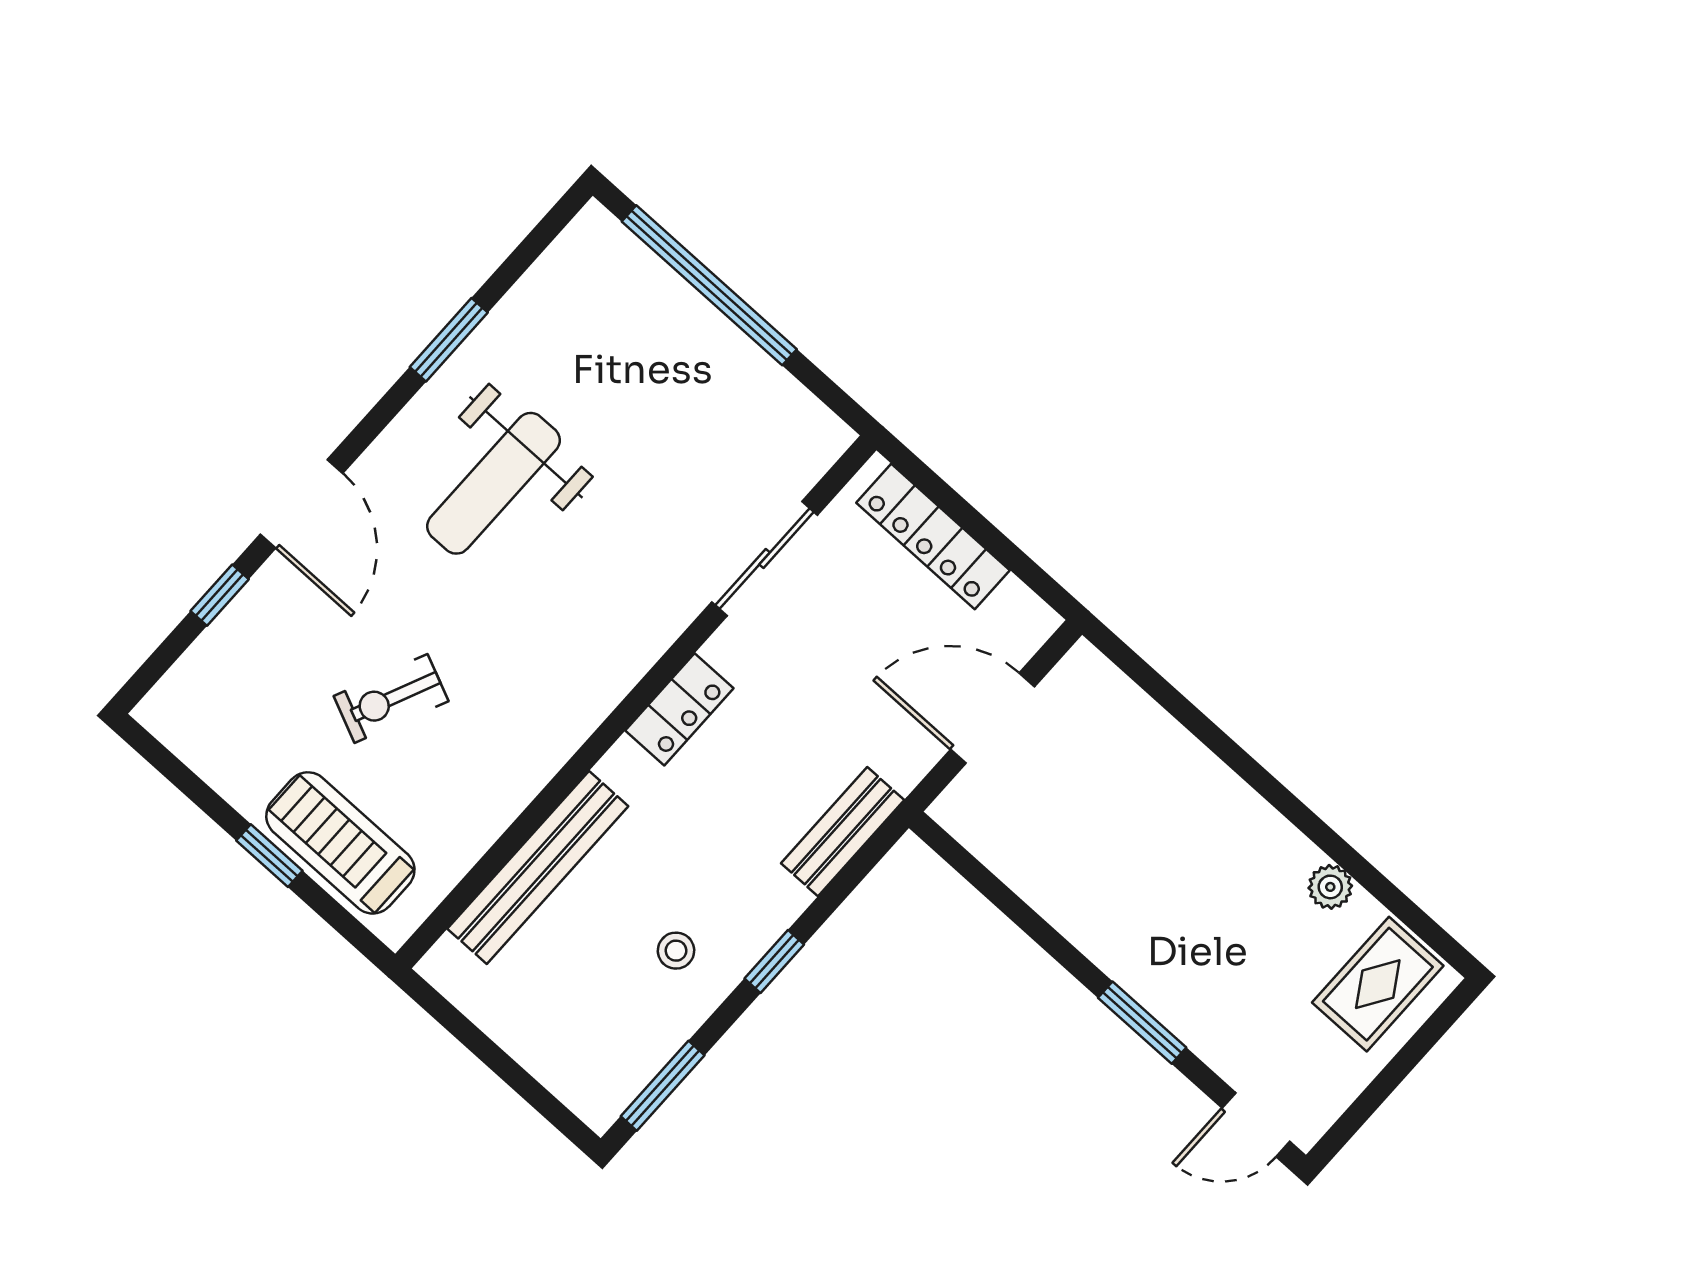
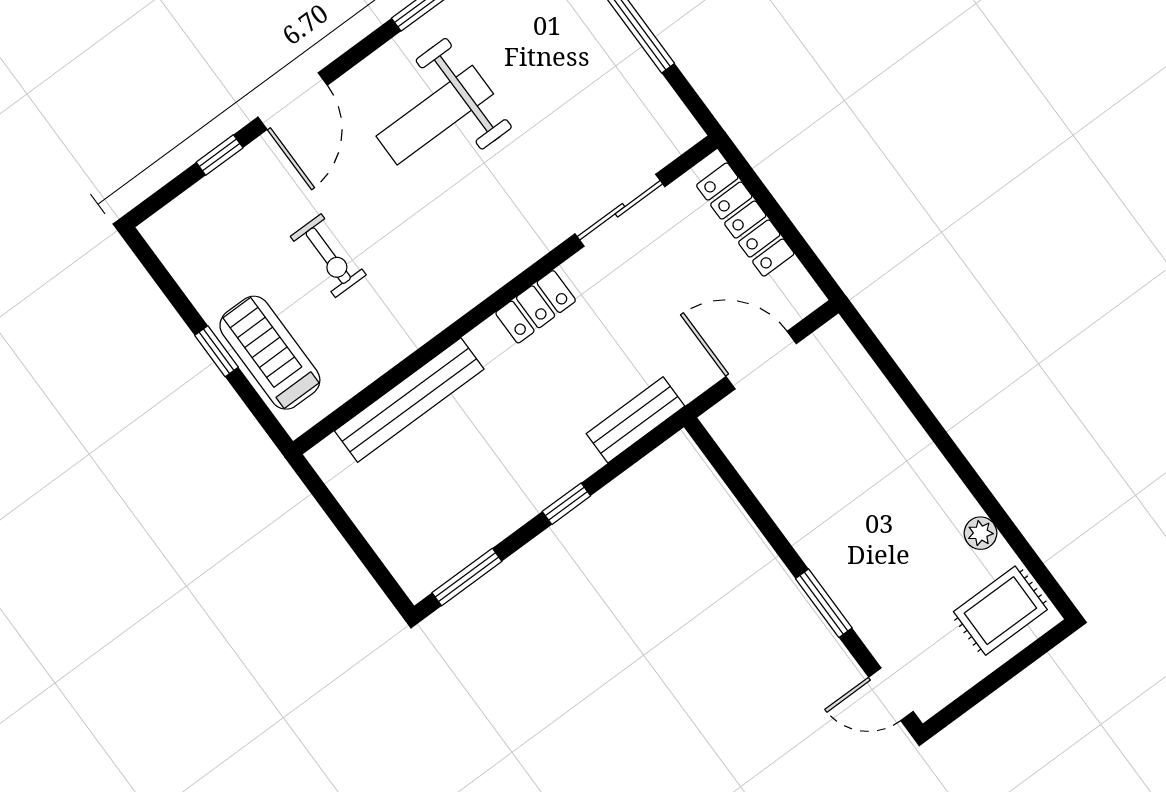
exercise bike: (391, 699) -> (328, 256), turned -114
stool: (676, 951) -> (497, 481), removed

